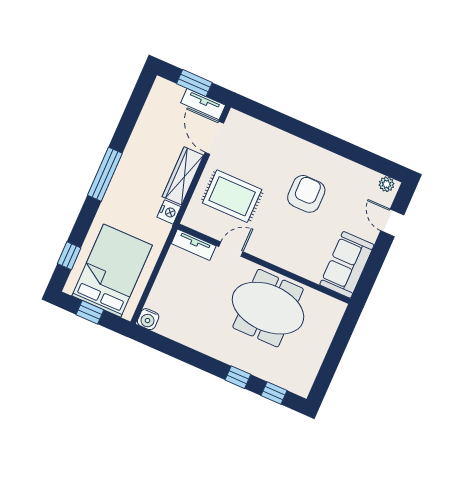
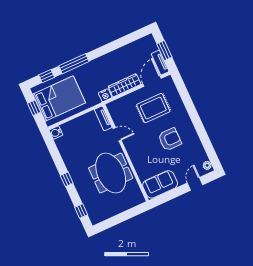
window: (105, 174) -> (74, 64), moved
rug: (232, 196) -> (153, 108), moved, turned 90
window: (238, 377) -> (67, 179), moved

